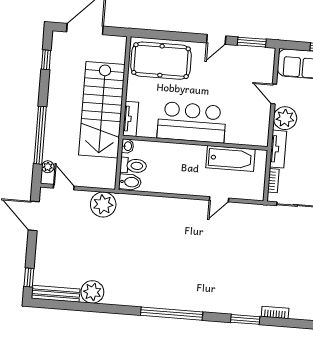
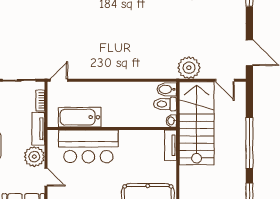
stairs: (102, 110) -> (197, 123), moved
bar counter: (192, 122) -> (88, 146), moved
window: (40, 135) -> (249, 143), moved
plant: (48, 167) -> (240, 97), removed
door: (219, 199) -> (59, 80), moved

